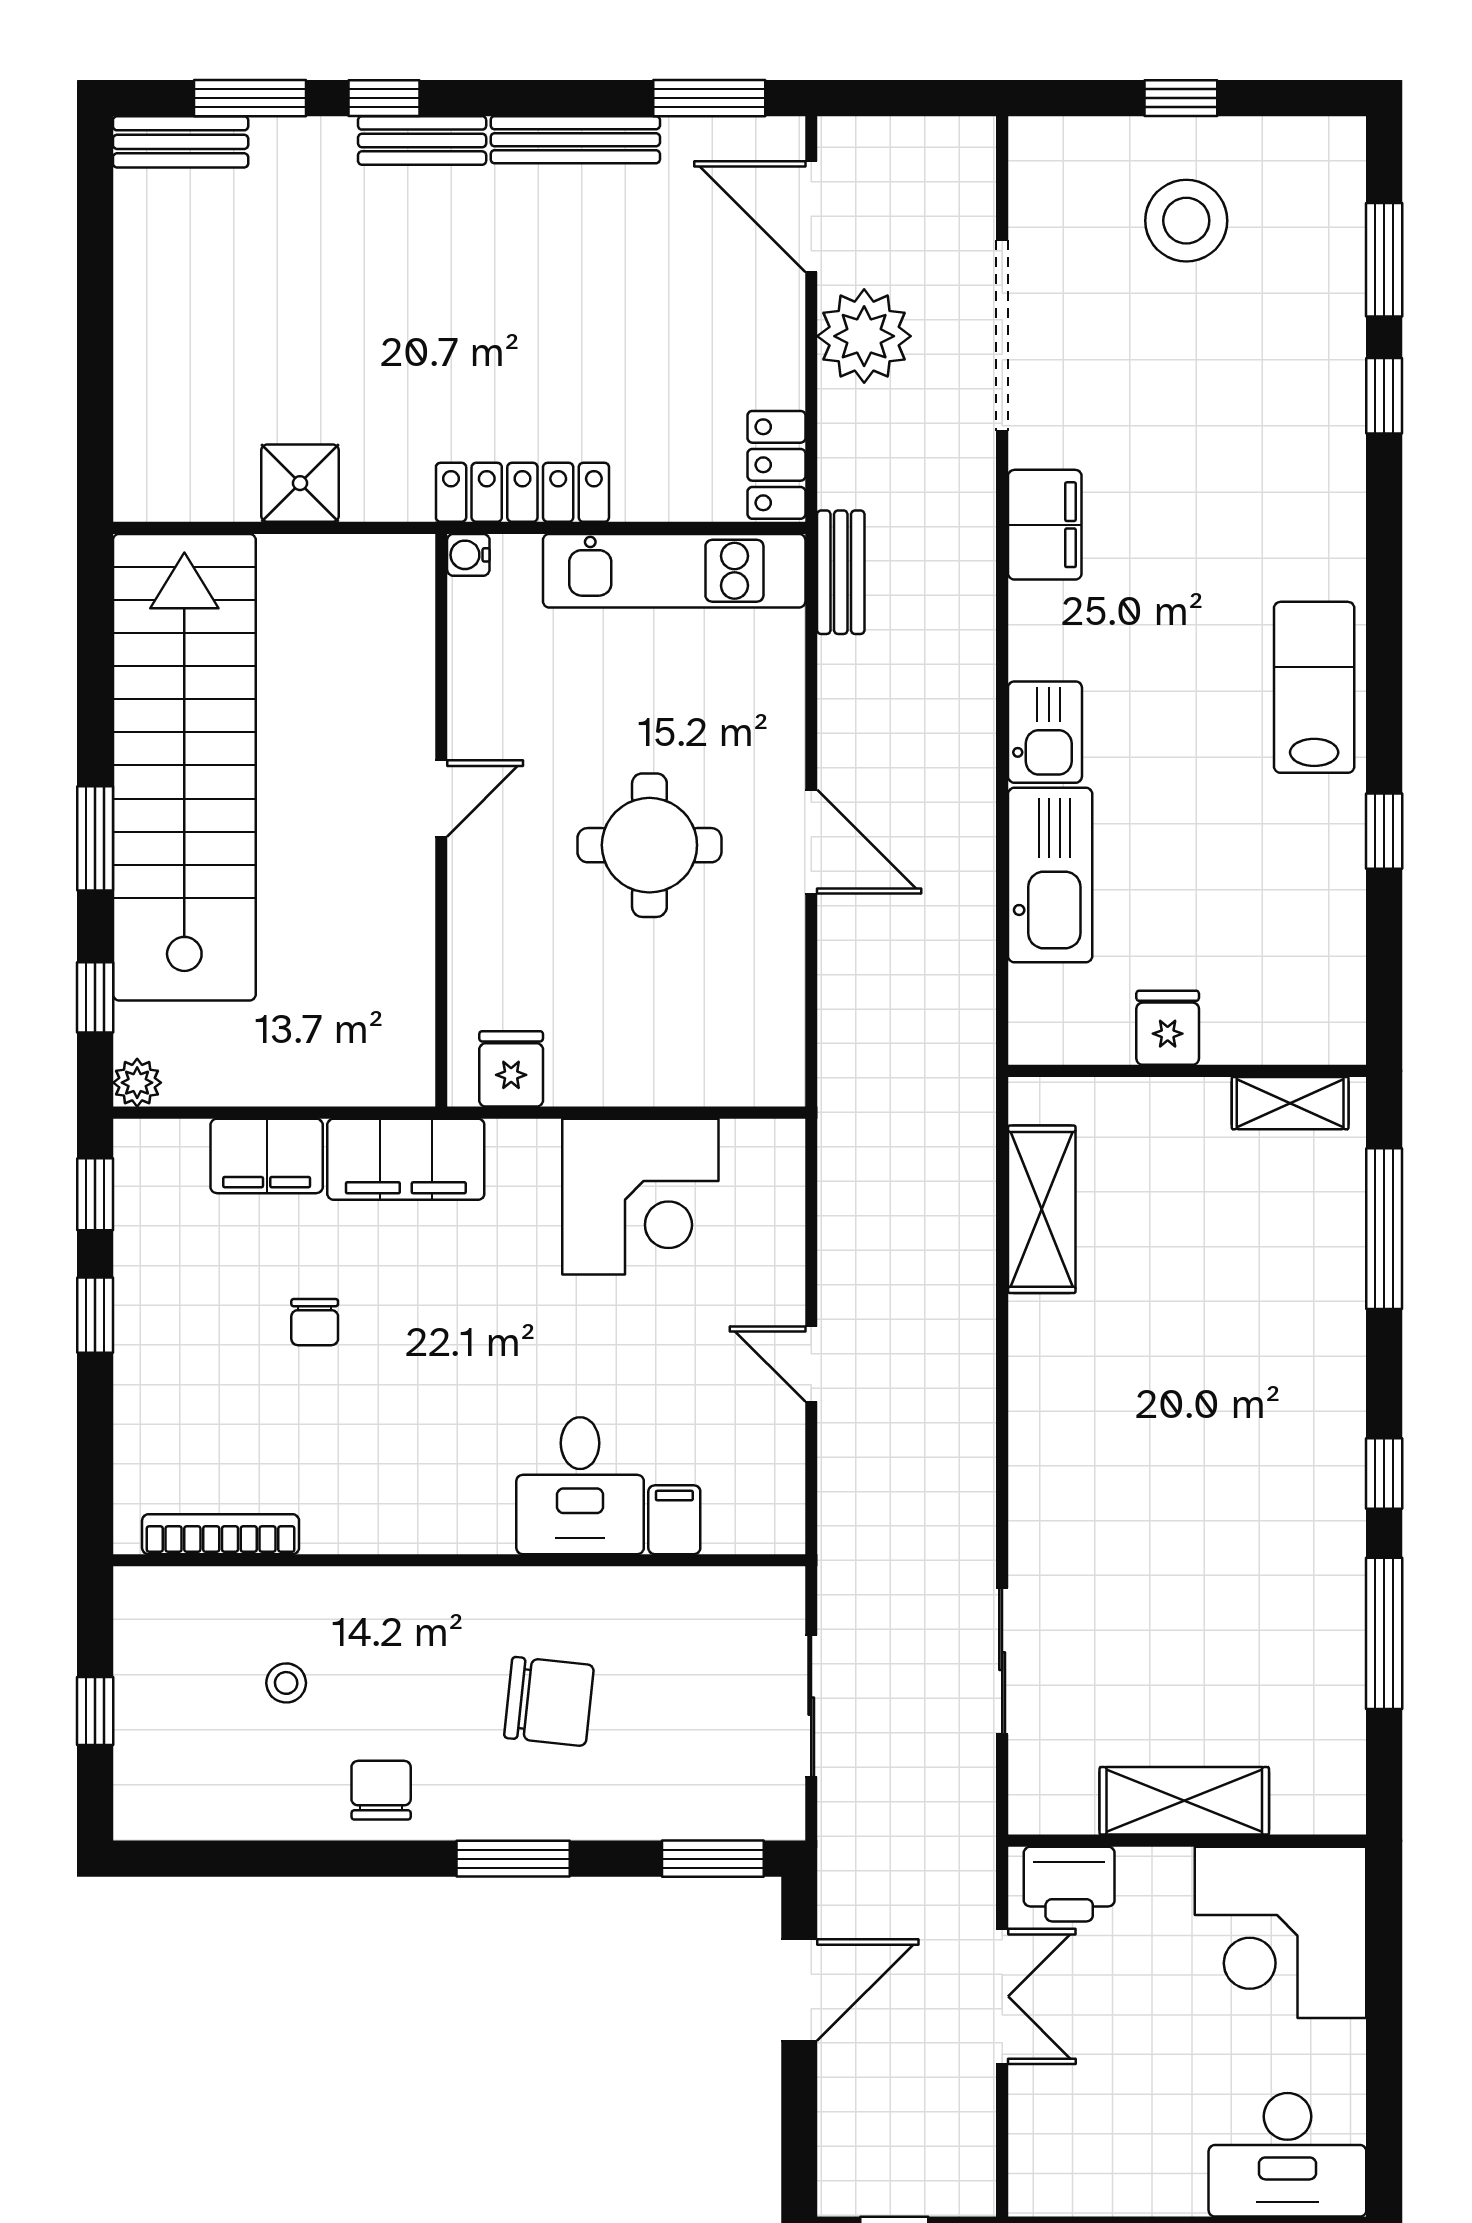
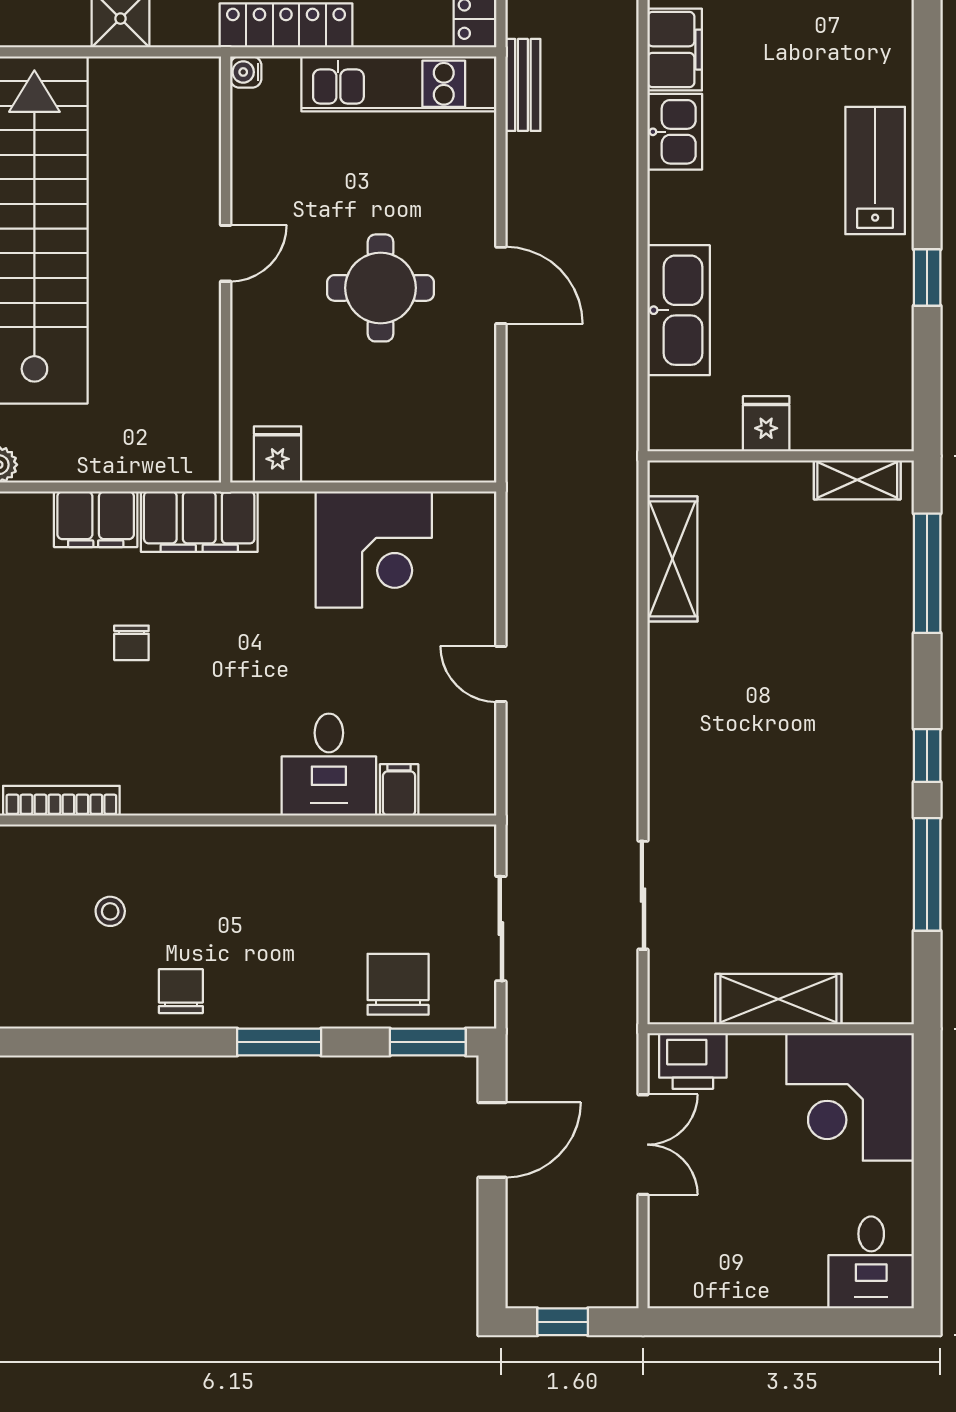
kitchen sink: (1045, 732) -> (675, 132), moved
chair: (549, 1701) -> (398, 984), moved, turned -96
desk: (1287, 2155) -> (871, 1262), width x0.73

